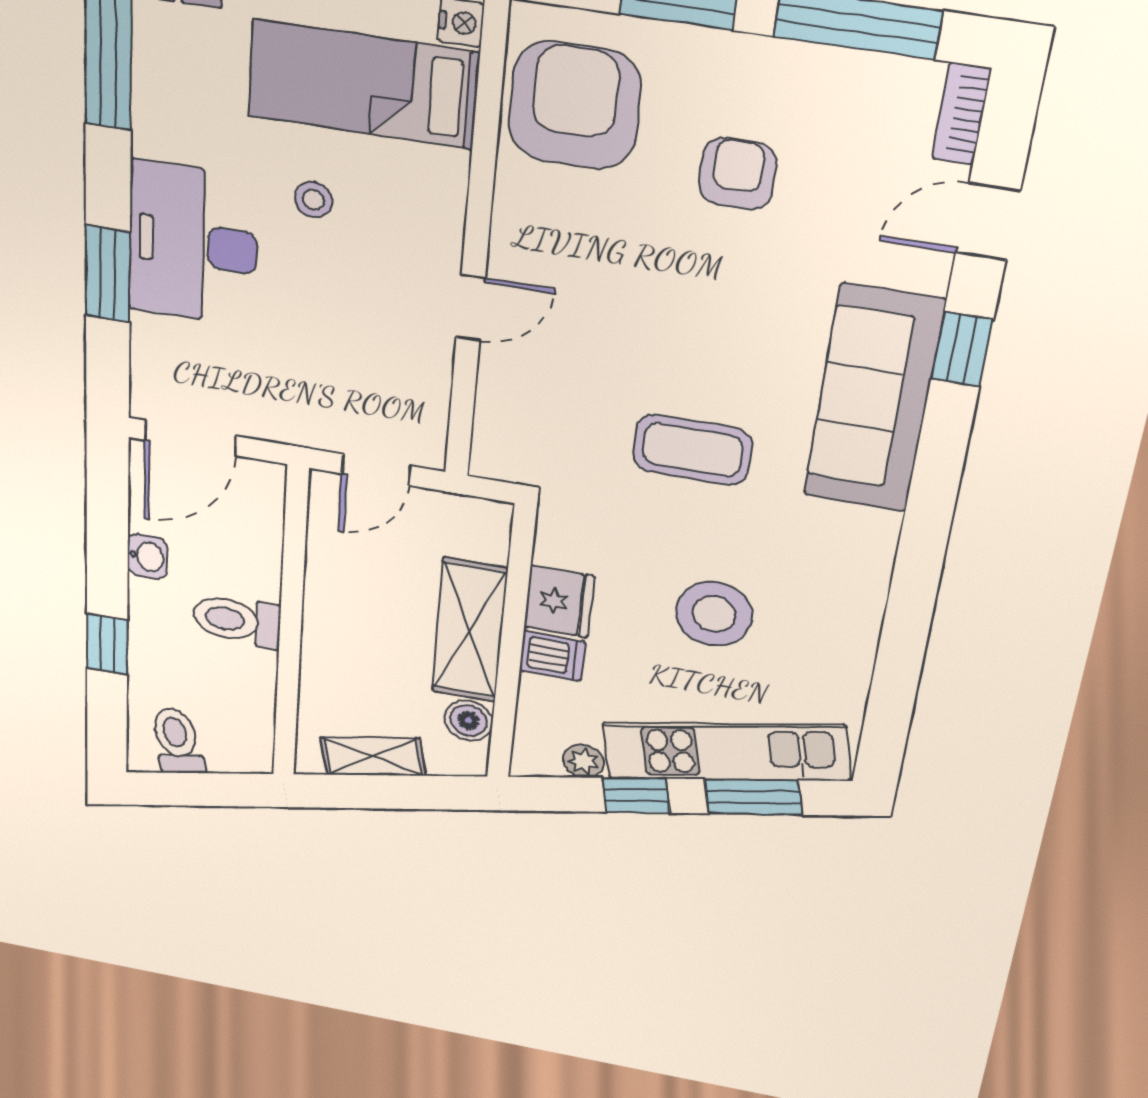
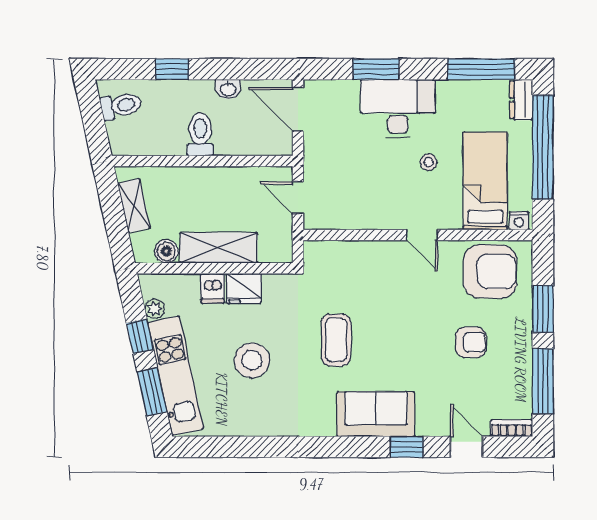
door: (471, 308) -> (422, 235), moved
sofa: (874, 399) -> (376, 414), width x0.73

